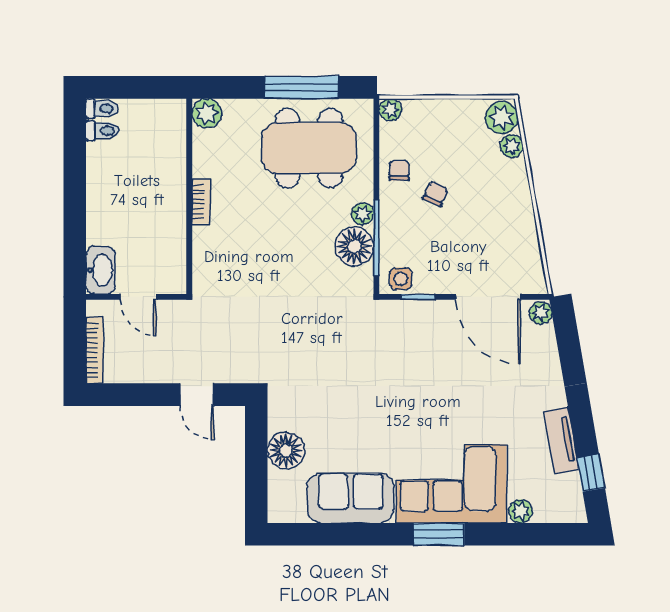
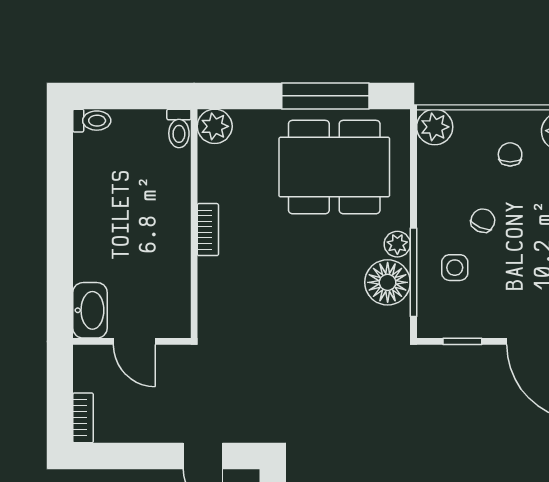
plant: (390, 110) -> (435, 127), width x1.38, depth x1.38
toilet: (103, 131) -> (179, 128), moved, turned 90
chair: (399, 171) -> (510, 154), moved
side table: (401, 279) -> (455, 268), moved
bookcase: (95, 350) -> (83, 418), width x0.64

